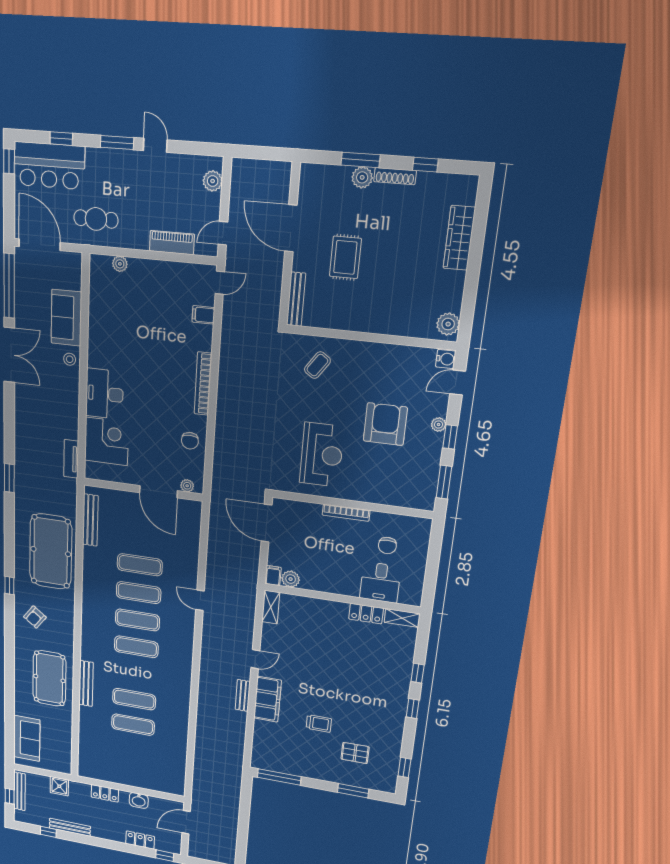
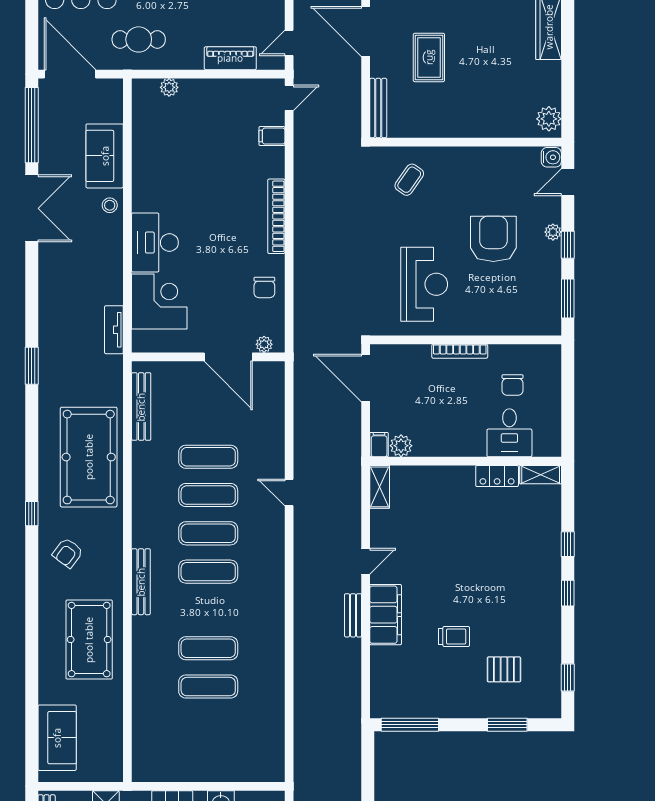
bench: (86, 684) -> (141, 582), moved

